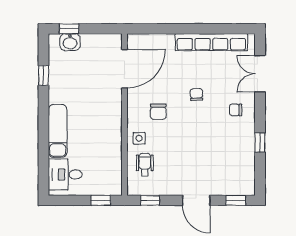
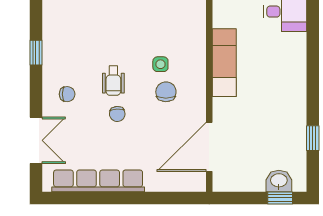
exam couch: (58, 131) -> (224, 63), moved, turned 180
side table: (139, 138) -> (160, 64), moved
wheelchair: (145, 165) -> (113, 81), moved

